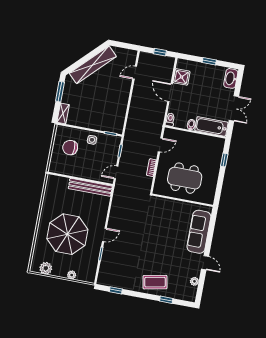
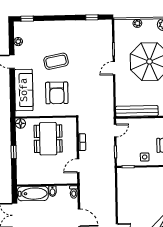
window: (224, 160) -> (14, 152), moved
dining table: (185, 178) -> (48, 139), turned 90
floor lamp: (209, 199) -> (20, 123), added
armchair: (167, 222) -> (57, 93), added
coffee table: (155, 282) -> (56, 61), moved
window: (166, 300) -> (27, 19), moved

